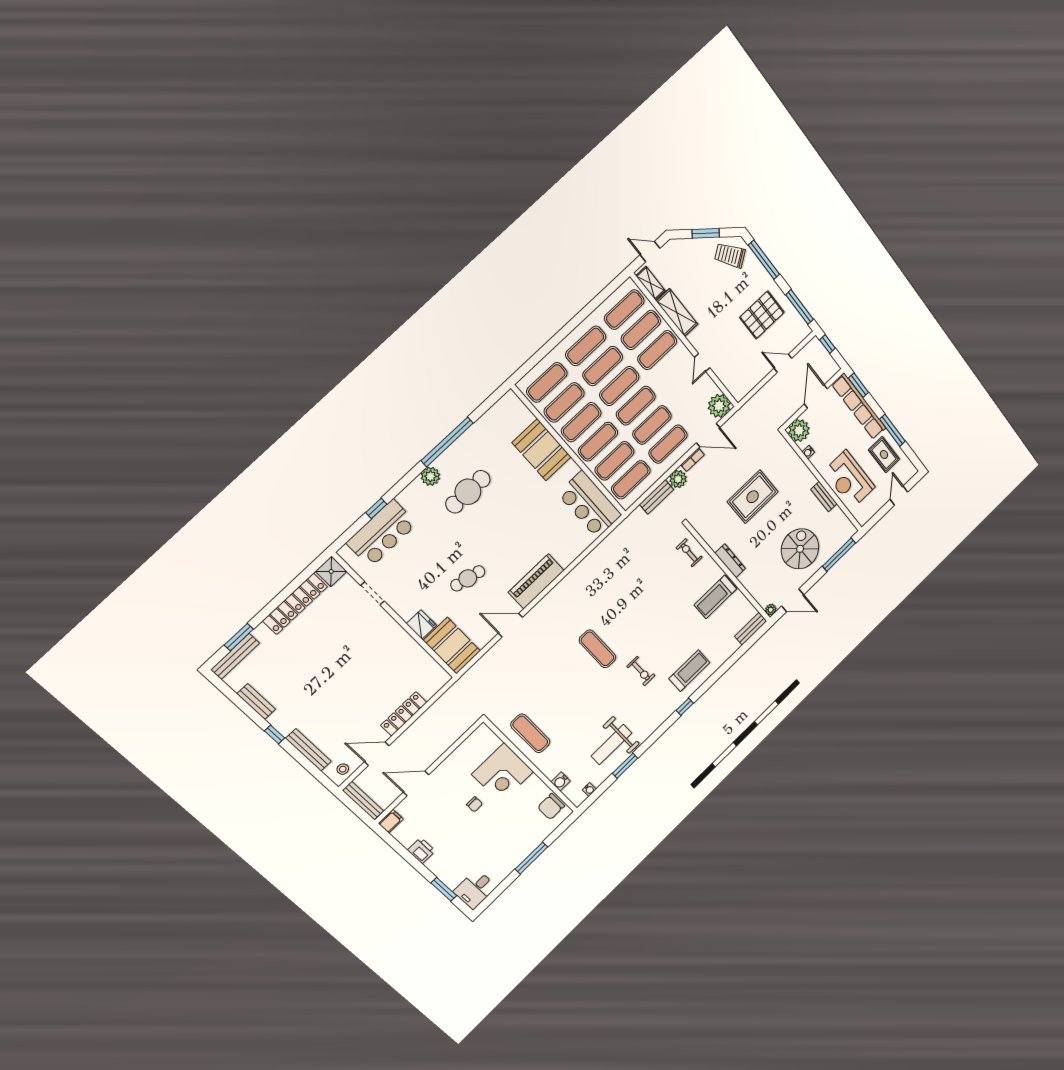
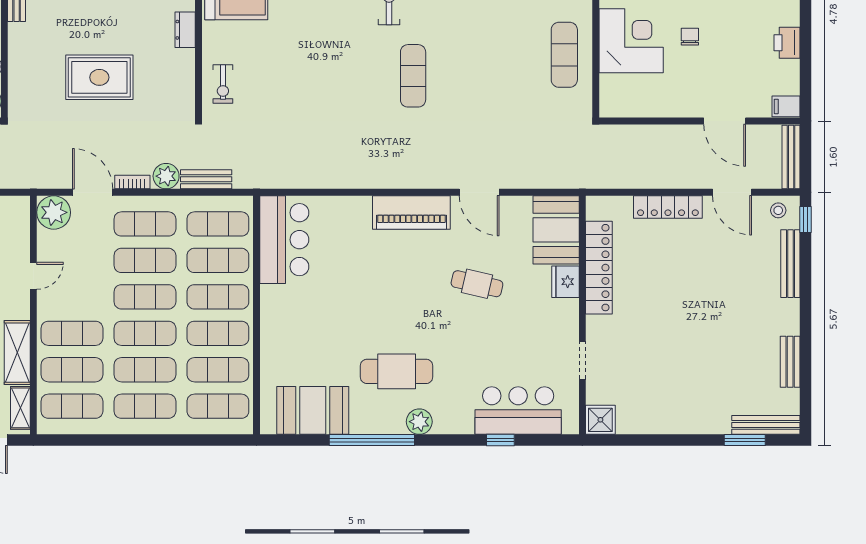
booth: (542, 450) -> (313, 410), moved, turned 90
dresser: (730, 561) -> (185, 30), width x0.70
locker: (295, 604) -> (599, 268), moved, turned 90
window: (275, 734) -> (806, 220), moved

